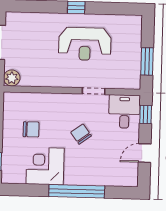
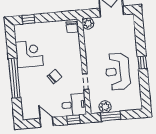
plant: (132, 68) -> (105, 107), added
chair: (31, 129) -> (72, 27), moved

